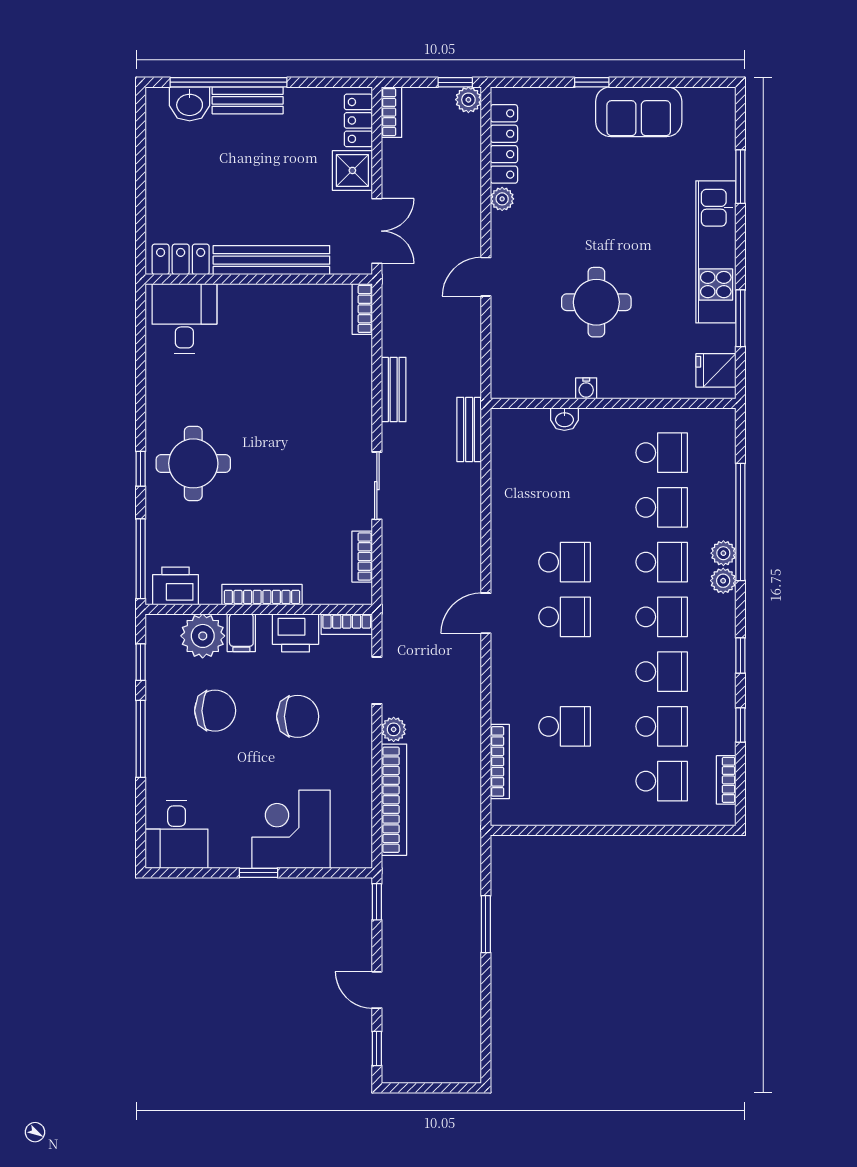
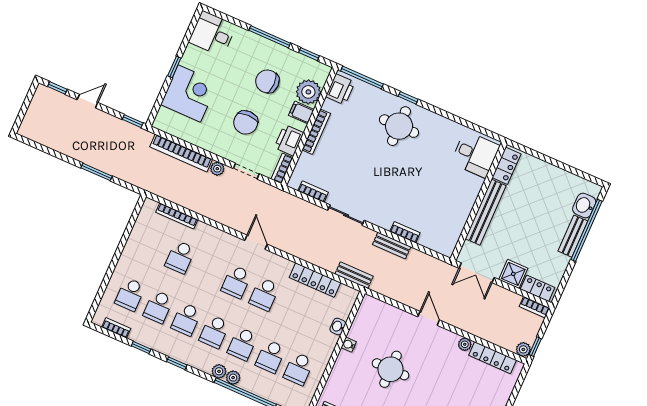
bookcase: (362, 309) -> (405, 232), moved
locker: (505, 490) -> (315, 280), added
chair: (215, 711) -> (267, 81), turned 90

